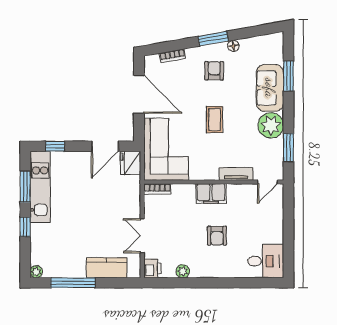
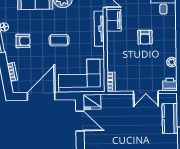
armchair: (214, 71) -> (23, 41), turned 180
tv unit: (236, 174) -> (99, 29), width x1.41
filing cabinet: (211, 194) -> (114, 20), moved
armchair: (217, 236) -> (145, 37), turned 90

